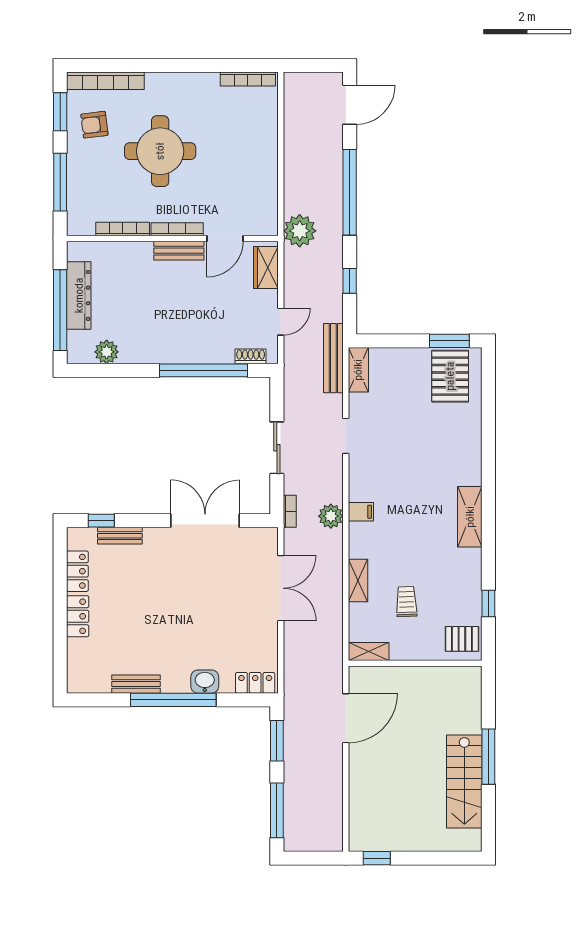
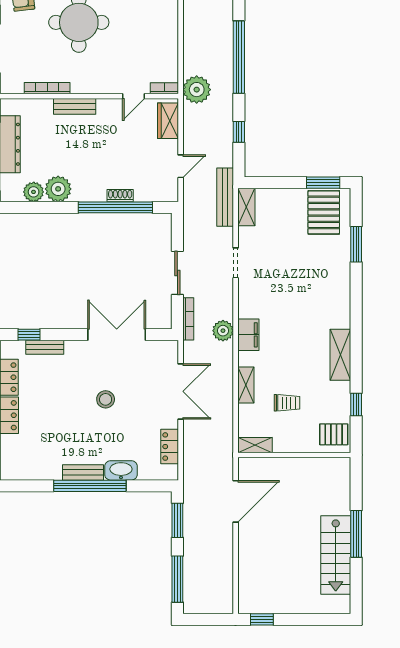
bookcase: (177, 229) -> (164, 88), moved, width x0.64
door: (225, 238) -> (134, 96), width x0.73
bench: (179, 251) -> (75, 106), moved
plant: (136, 348) -> (58, 189), added
shoe rack: (251, 356) -> (120, 196), moved
window: (488, 414) -> (356, 244), added
bookcase: (290, 511) -> (188, 319), width x1.56
filing cabinet: (361, 512) -> (248, 335), width x2.00
shelving: (470, 517) -> (340, 355), moved
stool: (192, 597) -> (106, 399), added
trolley: (406, 602) -> (287, 403), turned 92
washbasin: (205, 682) -> (121, 470), width x1.38
locker: (255, 683) -> (170, 447), moved, turned -90
bench: (136, 684) -> (83, 472), moved

